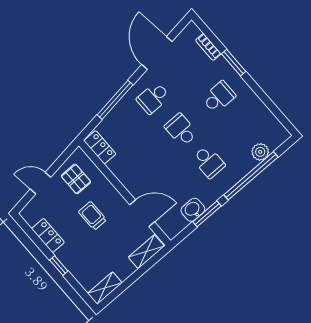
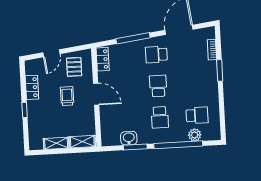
school desk: (219, 97) -> (197, 115), moved
door: (41, 183) -> (51, 53), swing flipped
door: (142, 213) -> (96, 94), moved
shelving: (105, 288) -> (56, 143), moved

